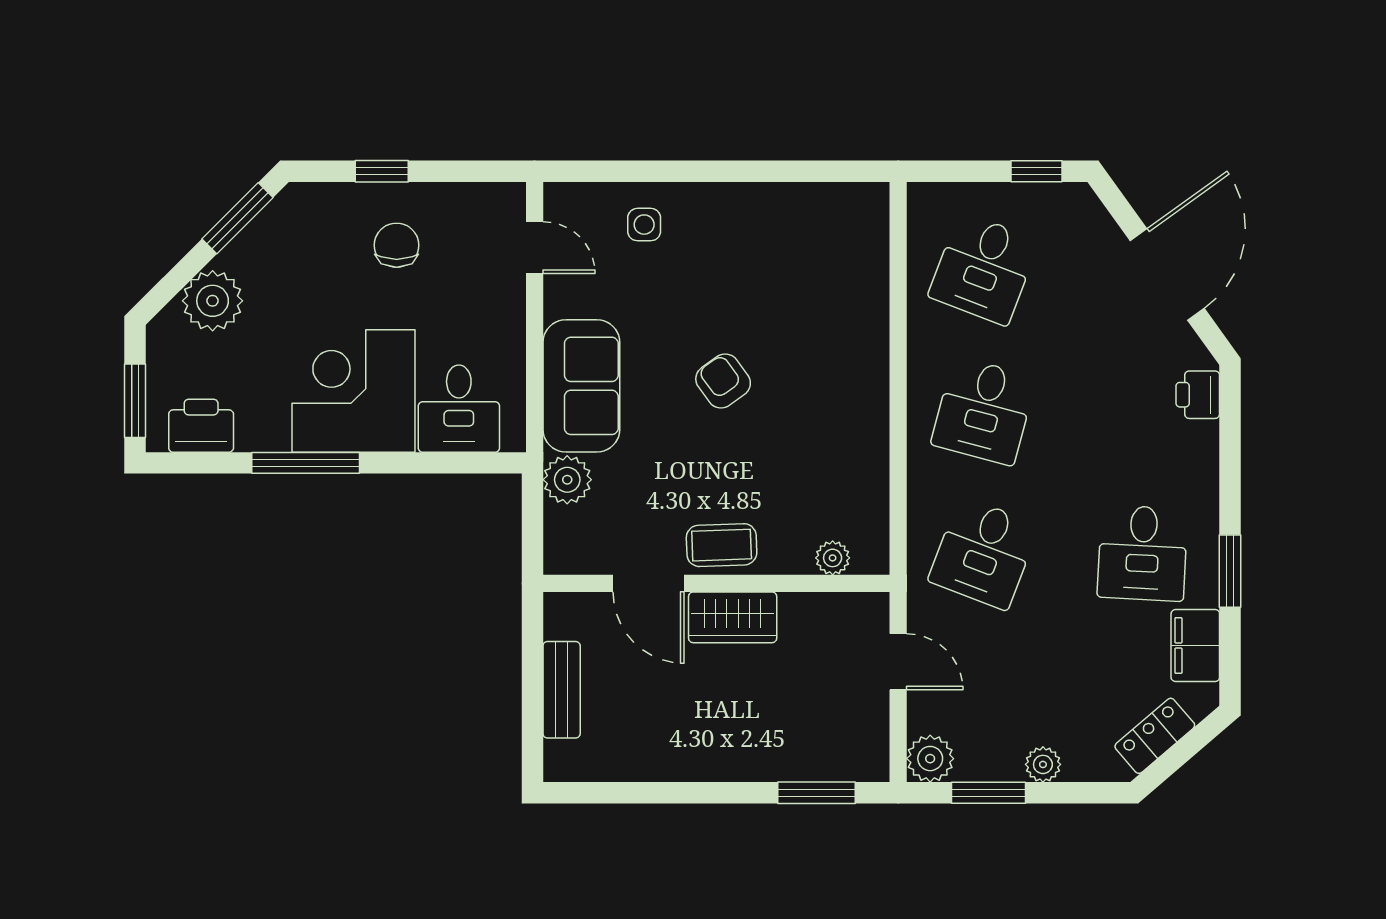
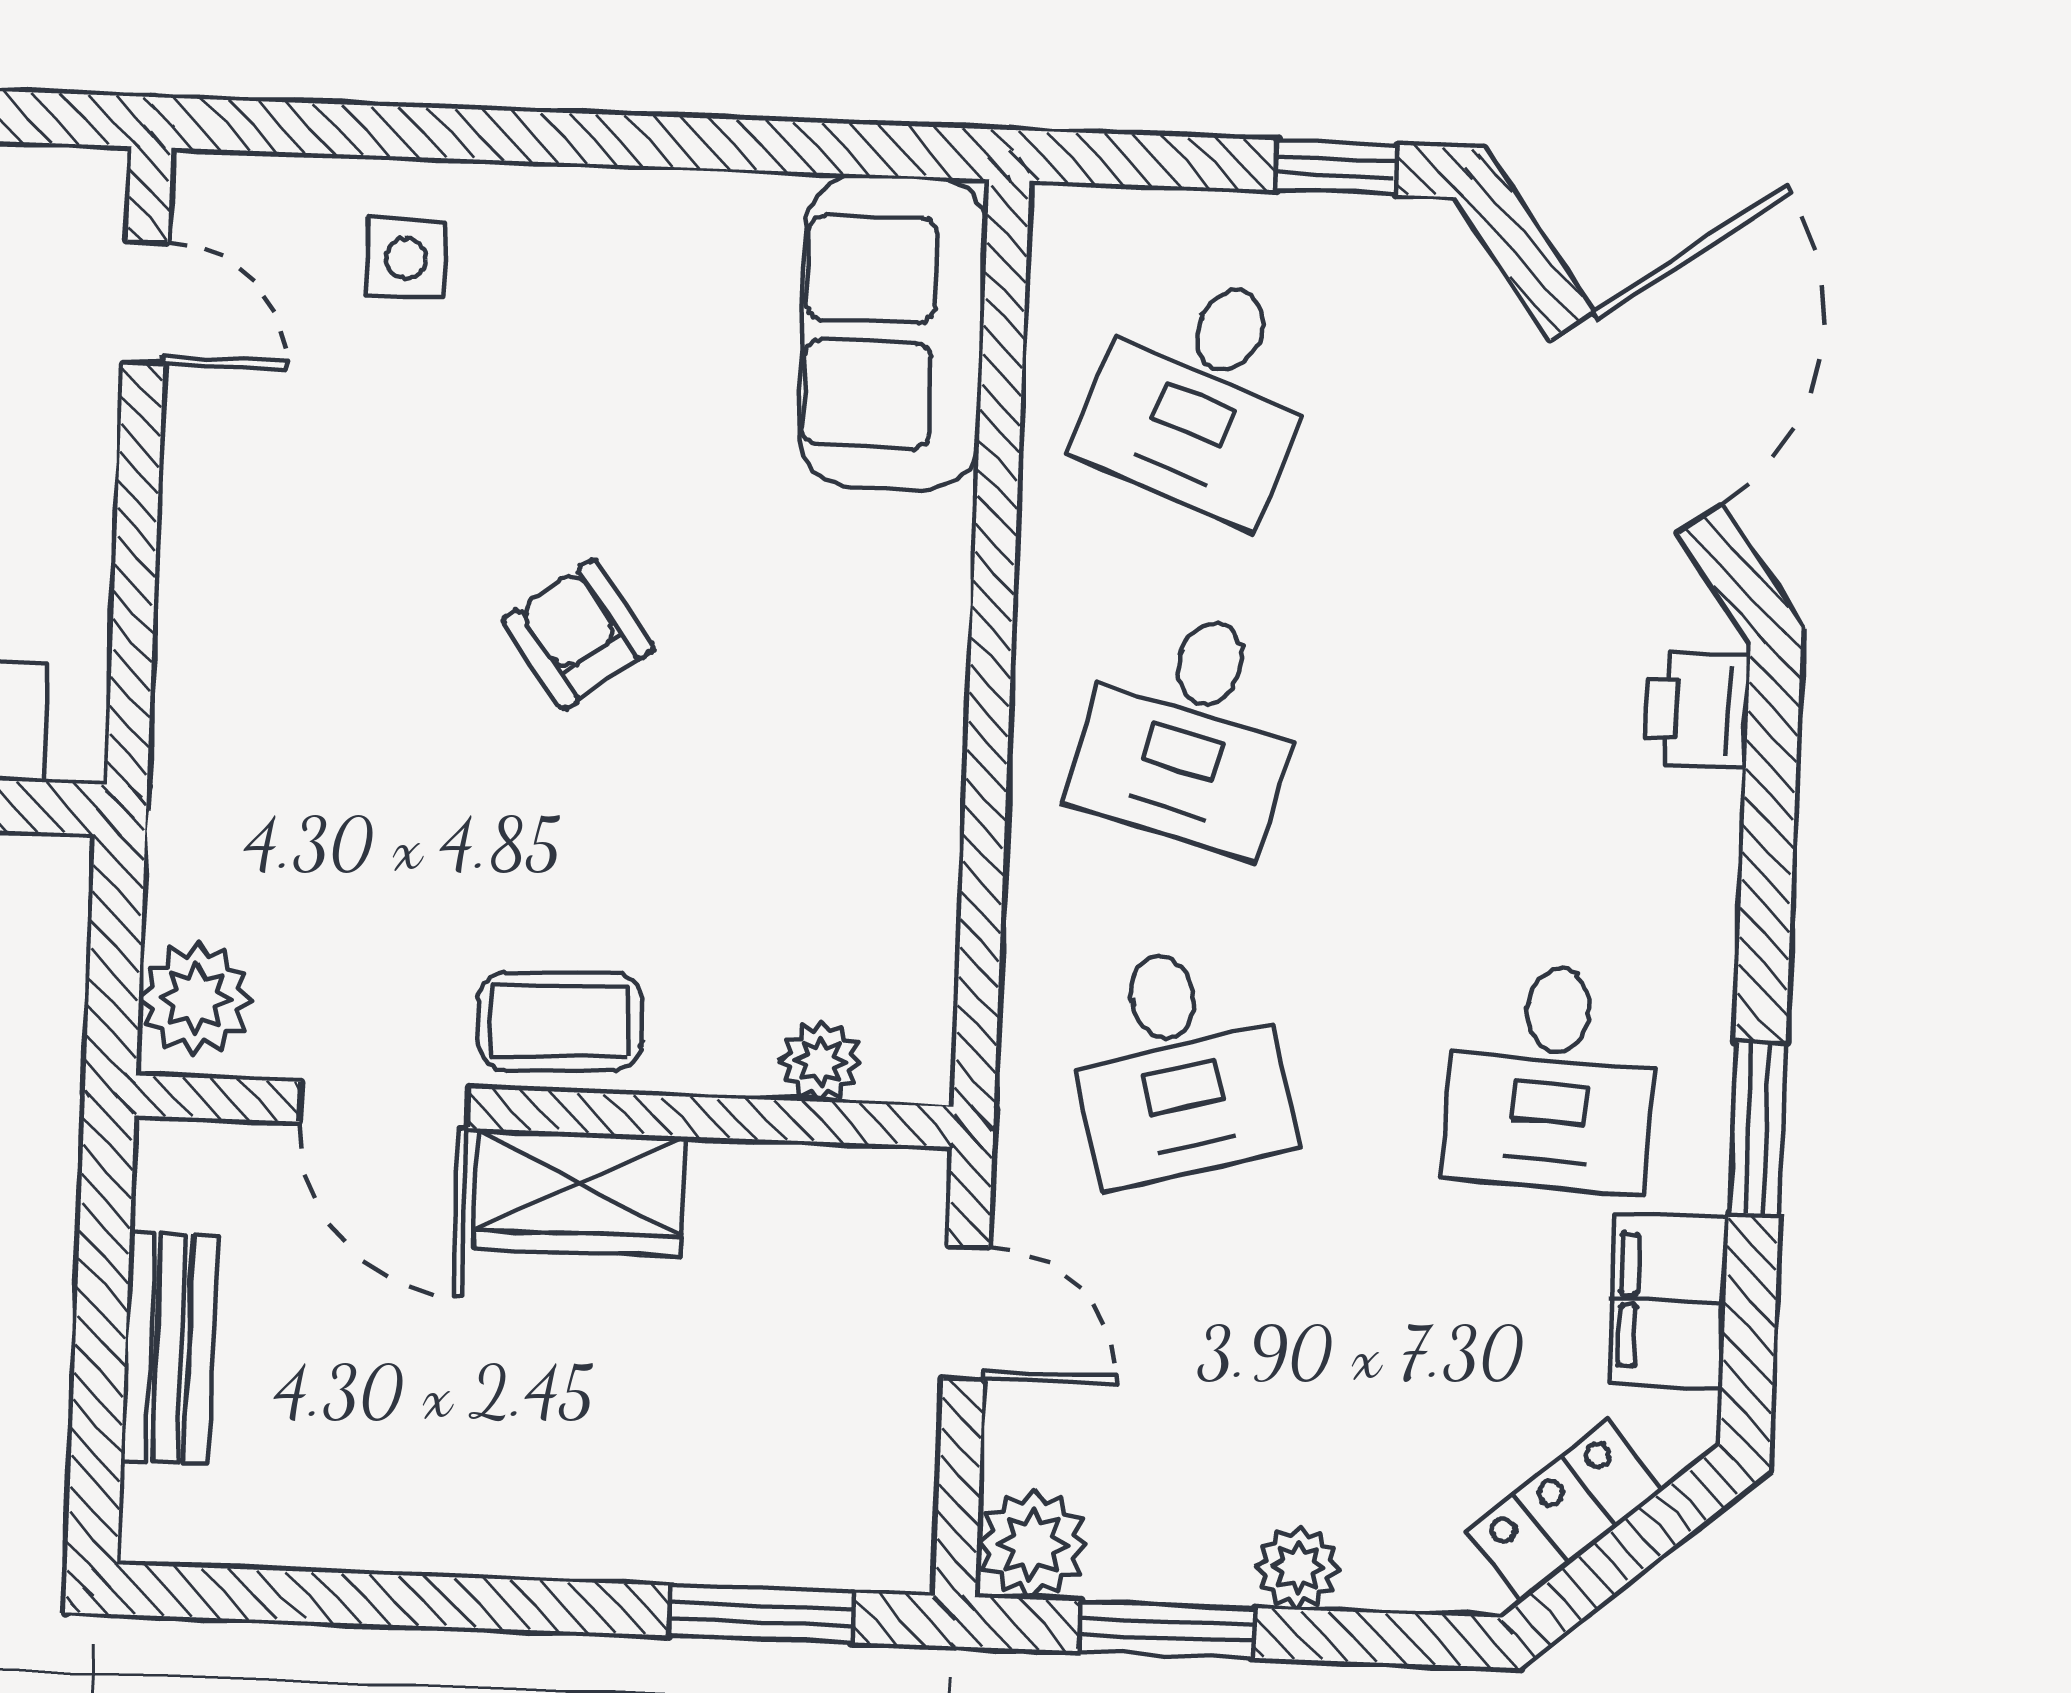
sofa: (581, 386) -> (893, 332), moved, turned 180
plant: (567, 480) -> (196, 999), moved
desk: (984, 553) -> (1177, 1064), turned -36

